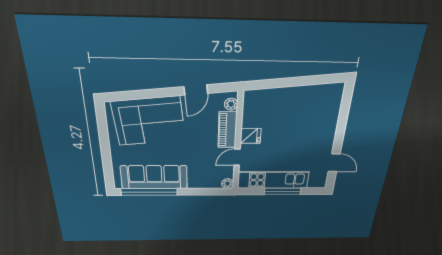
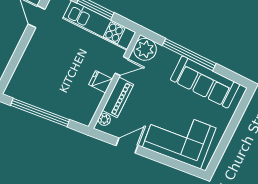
window: (300, 81) -> (40, 112), added
plant: (228, 184) -> (145, 49), width x1.87, depth x1.87
window: (149, 192) -> (189, 55), moved

